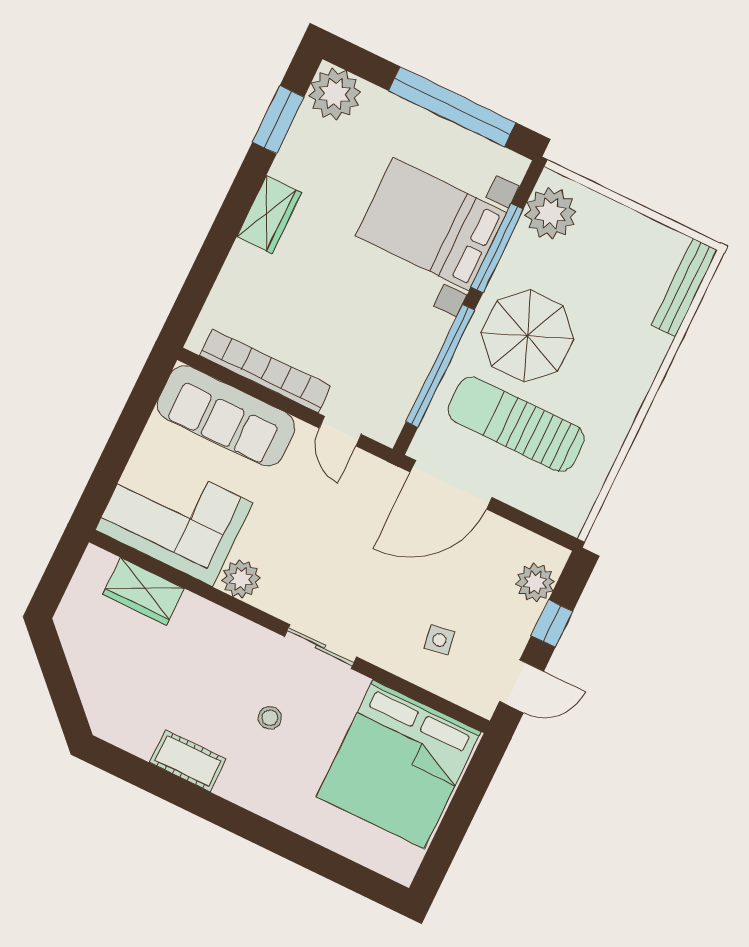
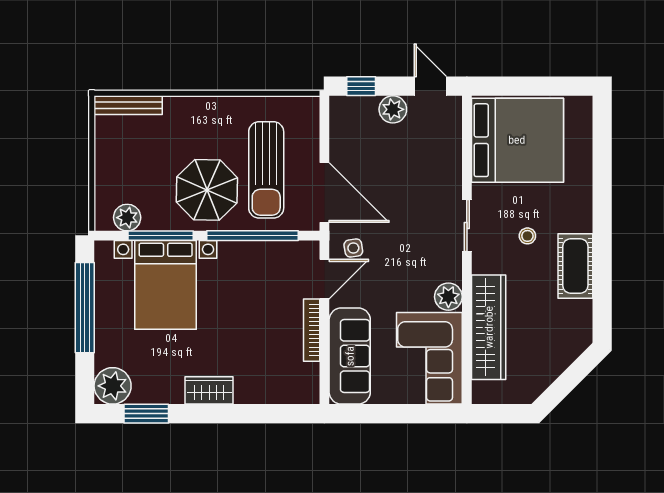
plant: (550, 213) -> (127, 218), width x0.73, depth x0.73
bookcase: (265, 371) -> (312, 330), width x0.68, depth x0.76
door: (340, 431) -> (324, 279), width x1.38
plant: (535, 583) -> (393, 109), moved
wardrobe: (144, 591) -> (489, 327), width x2.10, depth x1.17
window: (552, 624) -> (361, 86), moved
side table: (439, 640) -> (353, 248), moved
cot: (188, 761) -> (575, 266), width x1.37, depth x1.34

